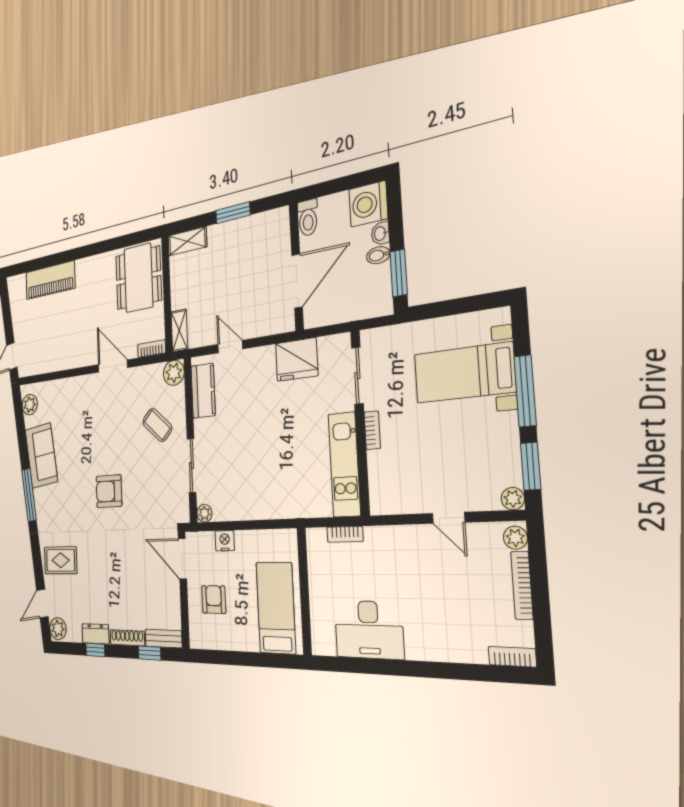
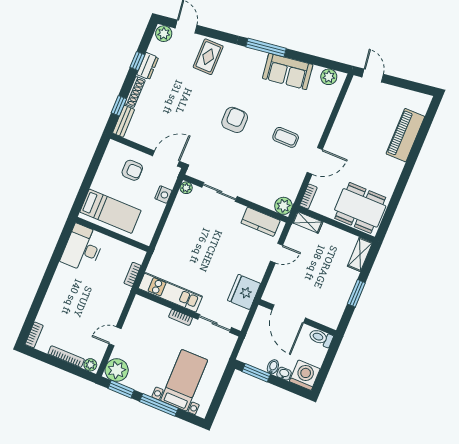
coffee table: (157, 425) -> (286, 137), moved, turned 47
plant: (513, 499) -> (117, 370), width x1.88, depth x1.88
desk: (369, 630) -> (83, 248), moved

